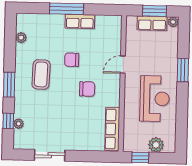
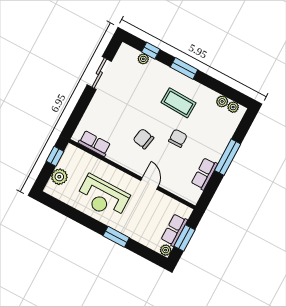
row of seats: (80, 21) -> (204, 174), moved
plant: (21, 26) -> (233, 107), added
chair: (87, 89) -> (143, 139), turned 101
row of seats: (112, 129) -> (94, 144), width x0.68

